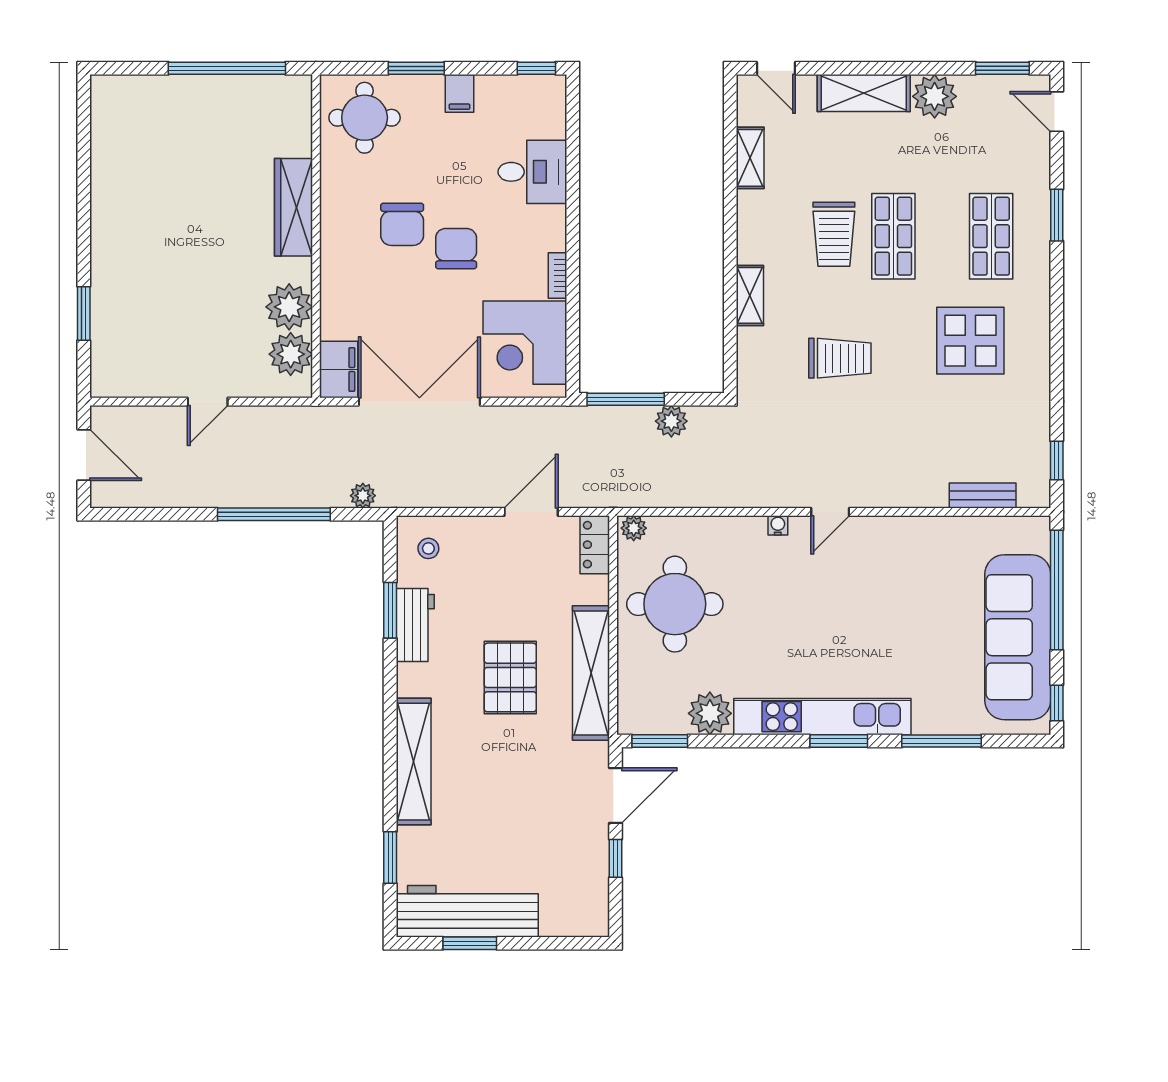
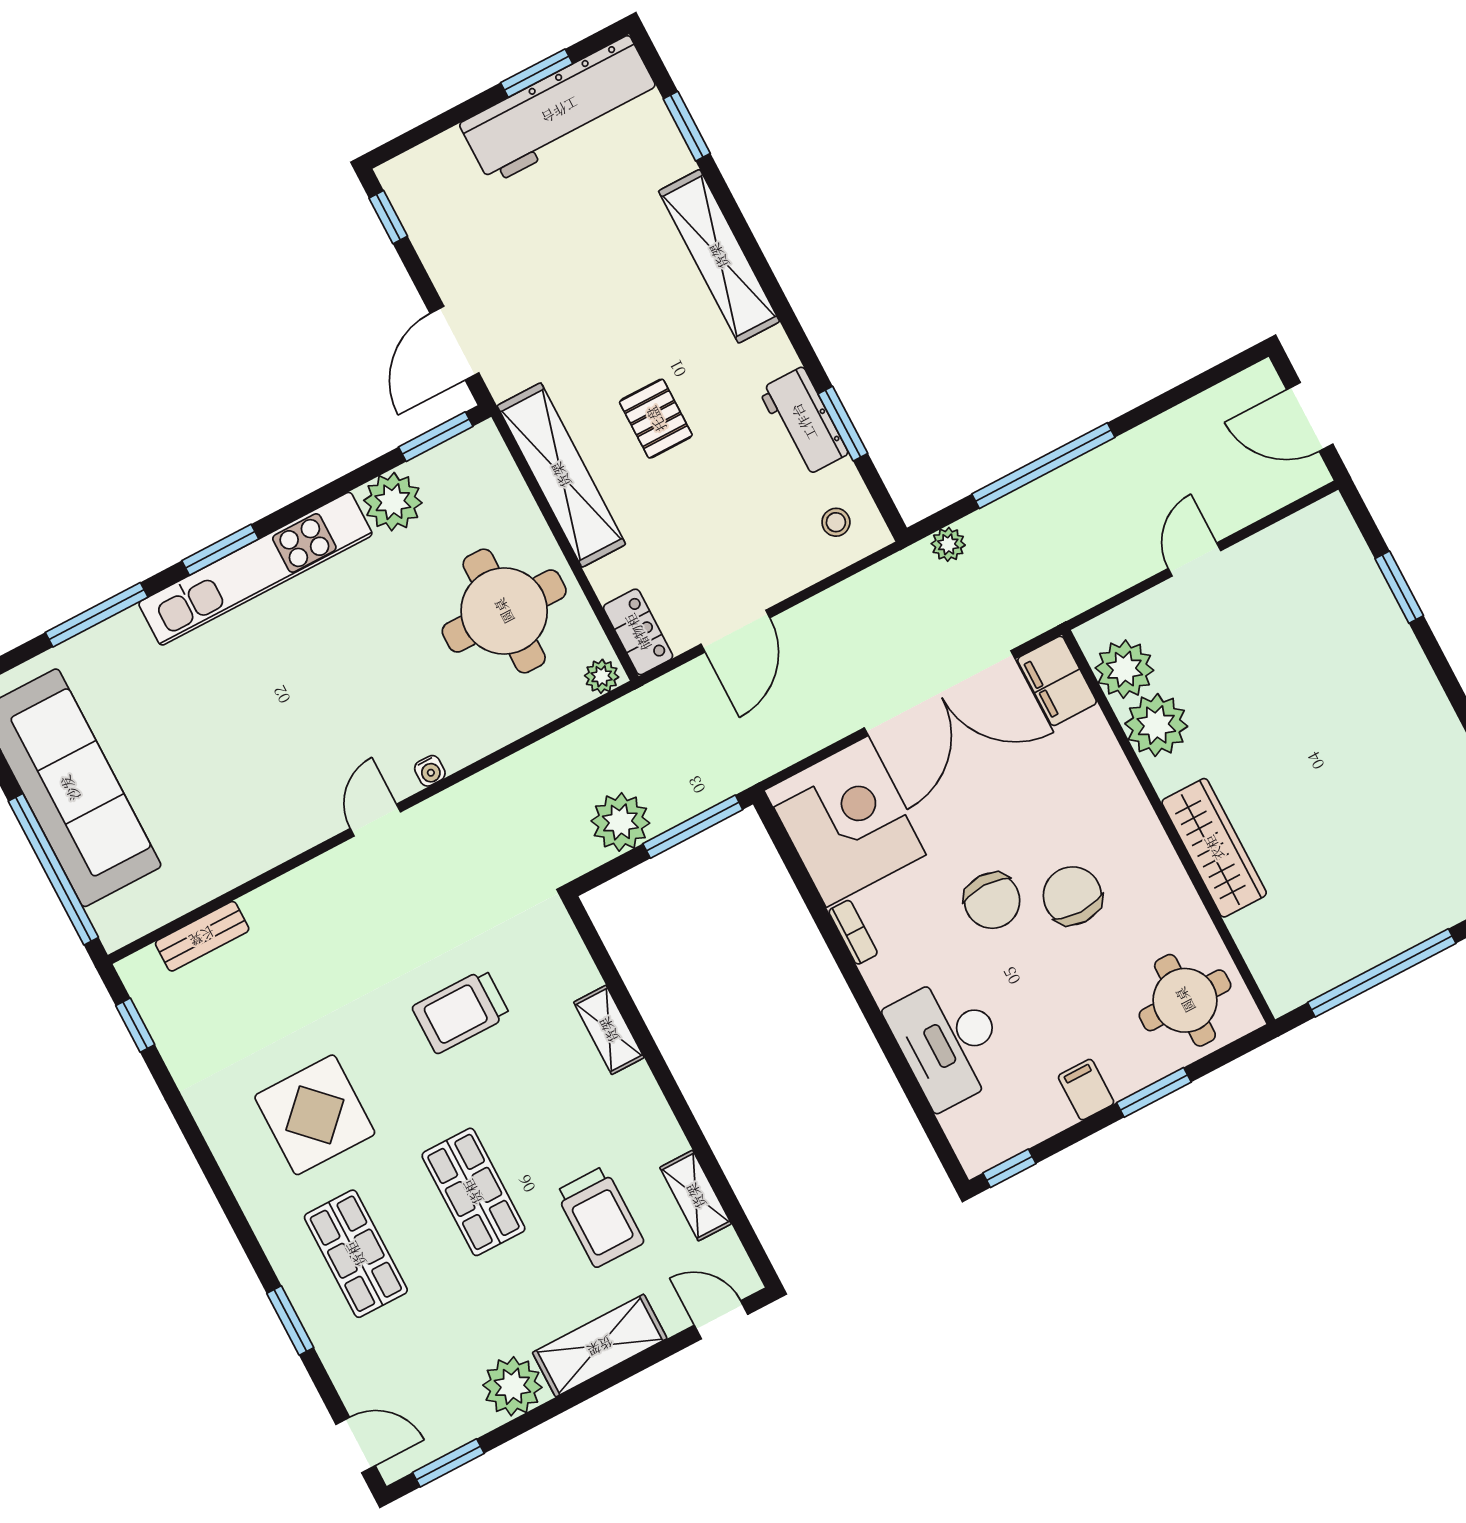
desk: (532, 172) -> (949, 1041), width x1.37
trolley: (834, 234) -> (600, 1217), moved, turned 180
plant: (671, 421) -> (620, 822), width x1.36, depth x1.36
pallet: (510, 677) -> (656, 419), width x0.67, depth x0.71
window: (616, 858) -> (388, 217), moved

